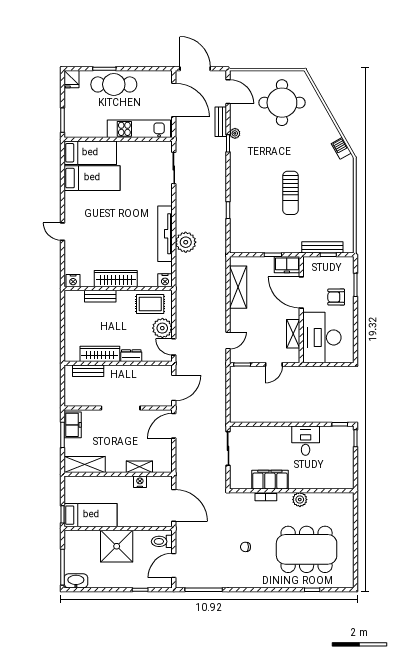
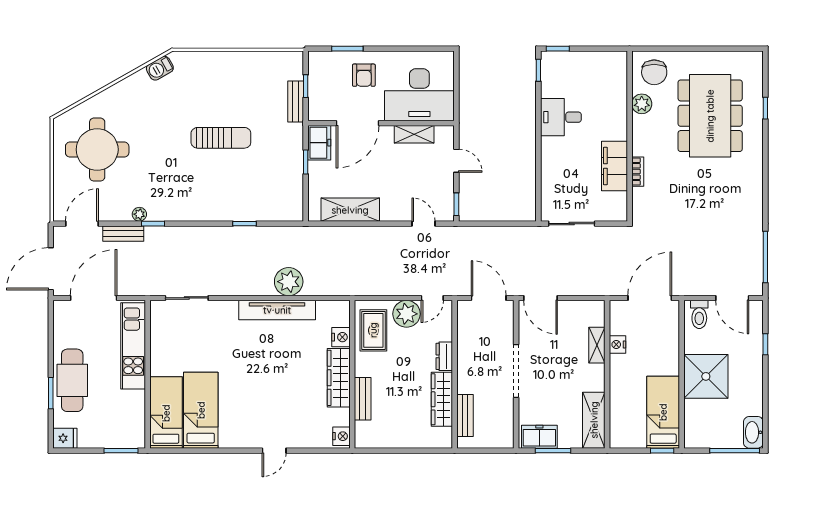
bench: (322, 247) -> (296, 102), width x0.73
nightstand: (165, 280) -> (341, 337), moved
plant: (300, 500) -> (642, 104), moved
chair: (245, 547) -> (654, 72), moved, width x1.87, depth x1.87

